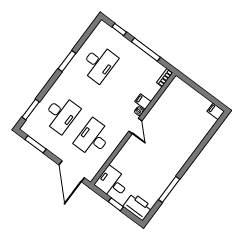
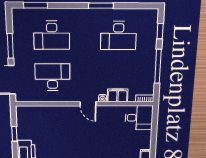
filing cabinet: (143, 102) -> (117, 95), width x2.00
door: (135, 126) -> (88, 104), hinge flipped
window: (36, 144) -> (10, 46), moved
desk: (112, 183) -> (139, 118), moved, turned 90

